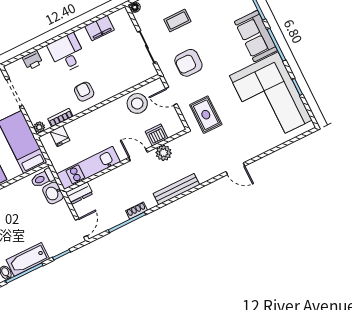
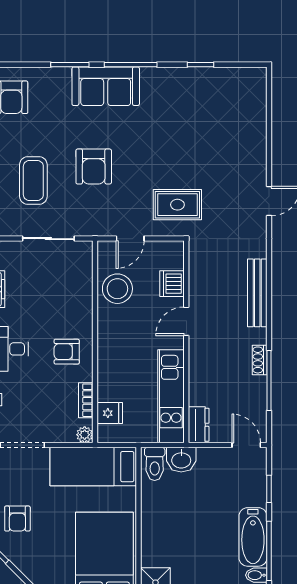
coffee table: (177, 20) -> (33, 181), width x1.36, depth x1.30
armchair: (188, 63) -> (94, 167), moved
corner sofa: (271, 98) -> (198, 107), removed
plant: (164, 153) -> (200, 286), removed

